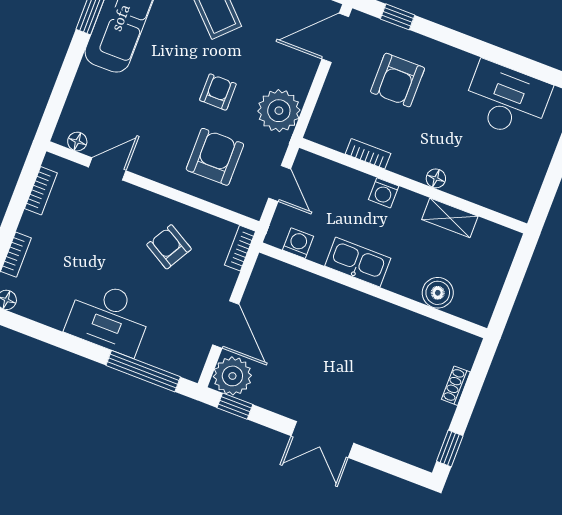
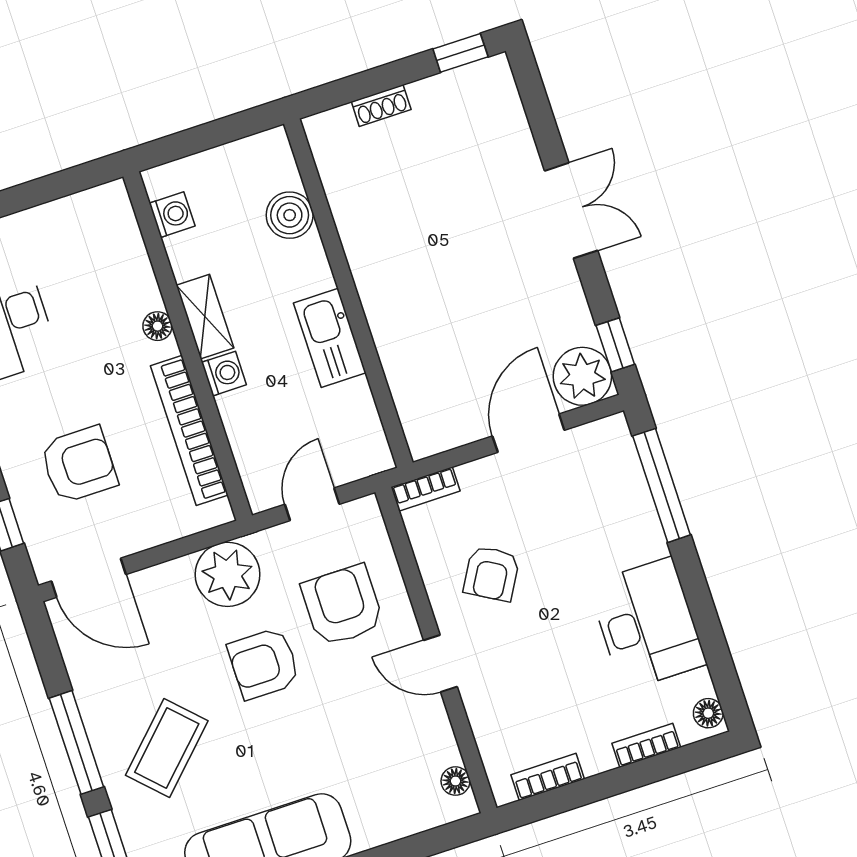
armchair: (218, 92) -> (264, 664), width x1.38, depth x1.38
bookcase: (368, 154) -> (189, 430), width x2.31, depth x1.31
armchair: (215, 157) -> (342, 605), turned 90
door: (107, 169) -> (440, 663), moved
shelving: (450, 218) -> (205, 317), moved
washing machine: (298, 243) -> (172, 215), moved, turned 180
desk: (109, 318) -> (647, 624), moved

